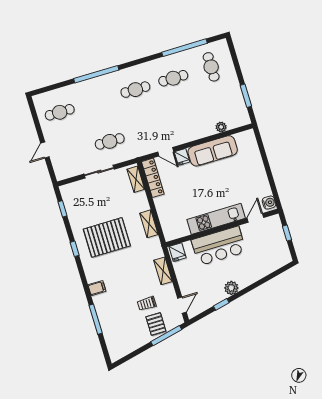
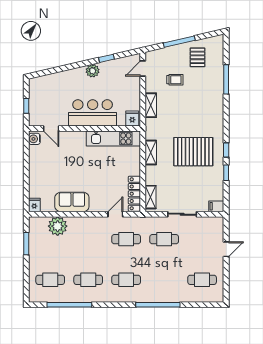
cafe table: (211, 67) -> (50, 280), turned 90
plant: (221, 127) -> (58, 226), width x1.87, depth x1.87
cafe table: (148, 130) -> (126, 239), added
sofa: (213, 151) -> (72, 202), width x0.73
door: (166, 152) -> (115, 214), hinge flipped
fridge: (182, 157) -> (34, 205), moved
window: (63, 209) -> (226, 173), moved
door: (255, 218) -> (51, 129), hinge flipped
kitchen unit: (216, 219) -> (113, 139), moved
filing cabinet: (97, 288) -> (216, 206), moved
pallet: (156, 324) -> (198, 57), moved
window: (166, 336) -> (179, 42), moved

